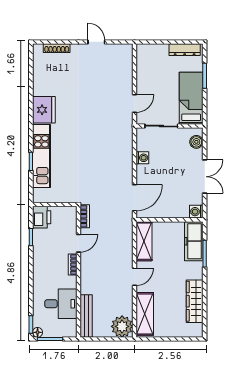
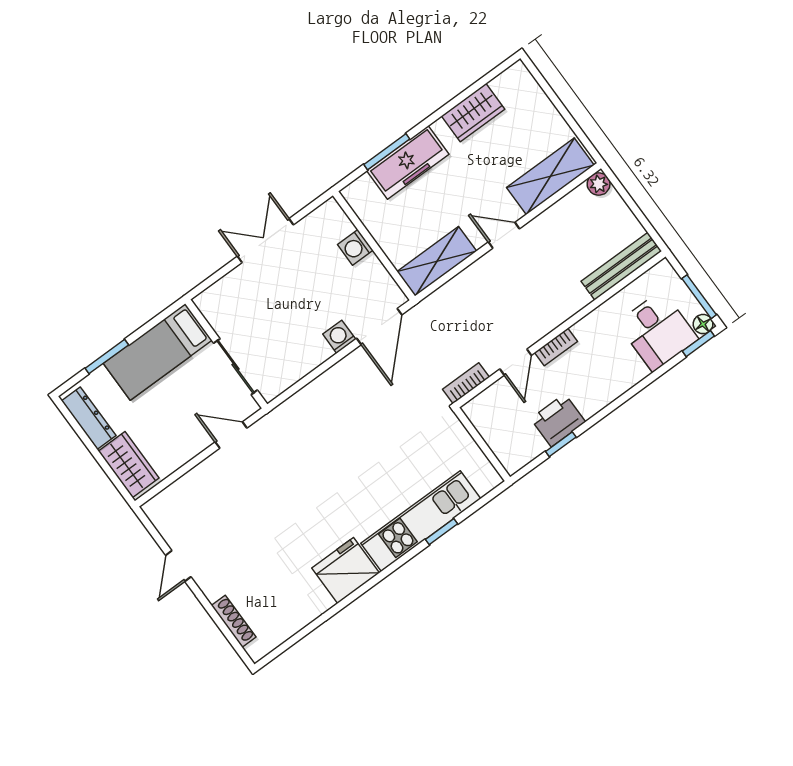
wardrobe: (153, 52) -> (129, 464), added
boiler: (196, 142) -> (220, 293), removed
washing machine: (142, 158) -> (339, 337), moved
door: (135, 198) -> (379, 326), swing flipped
washing machine: (196, 212) -> (355, 247), moved, turned 90
printer: (42, 217) -> (558, 420), moved
freezer: (194, 241) -> (408, 162), moved
door: (78, 243) -> (516, 362), swing flipped
wardrobe: (195, 301) -> (473, 113), width x0.67
desk: (61, 304) -> (658, 331), moved, turned 180
plant: (122, 326) -> (599, 184), width x0.53, depth x0.53

